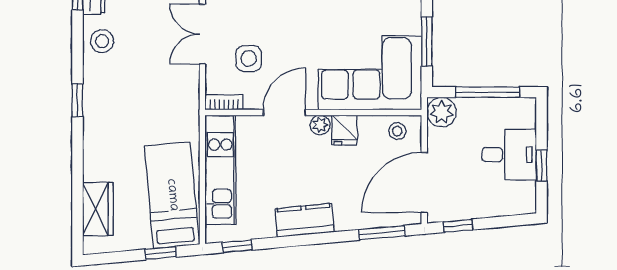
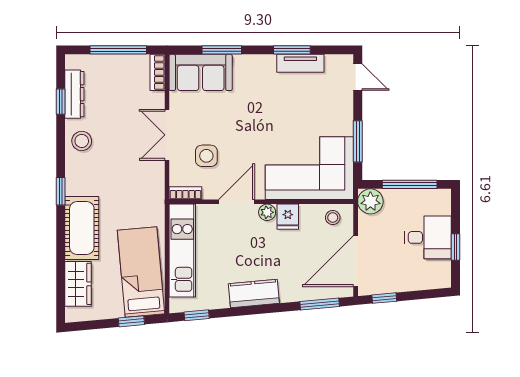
cot: (102, 143) -> (82, 228), added

